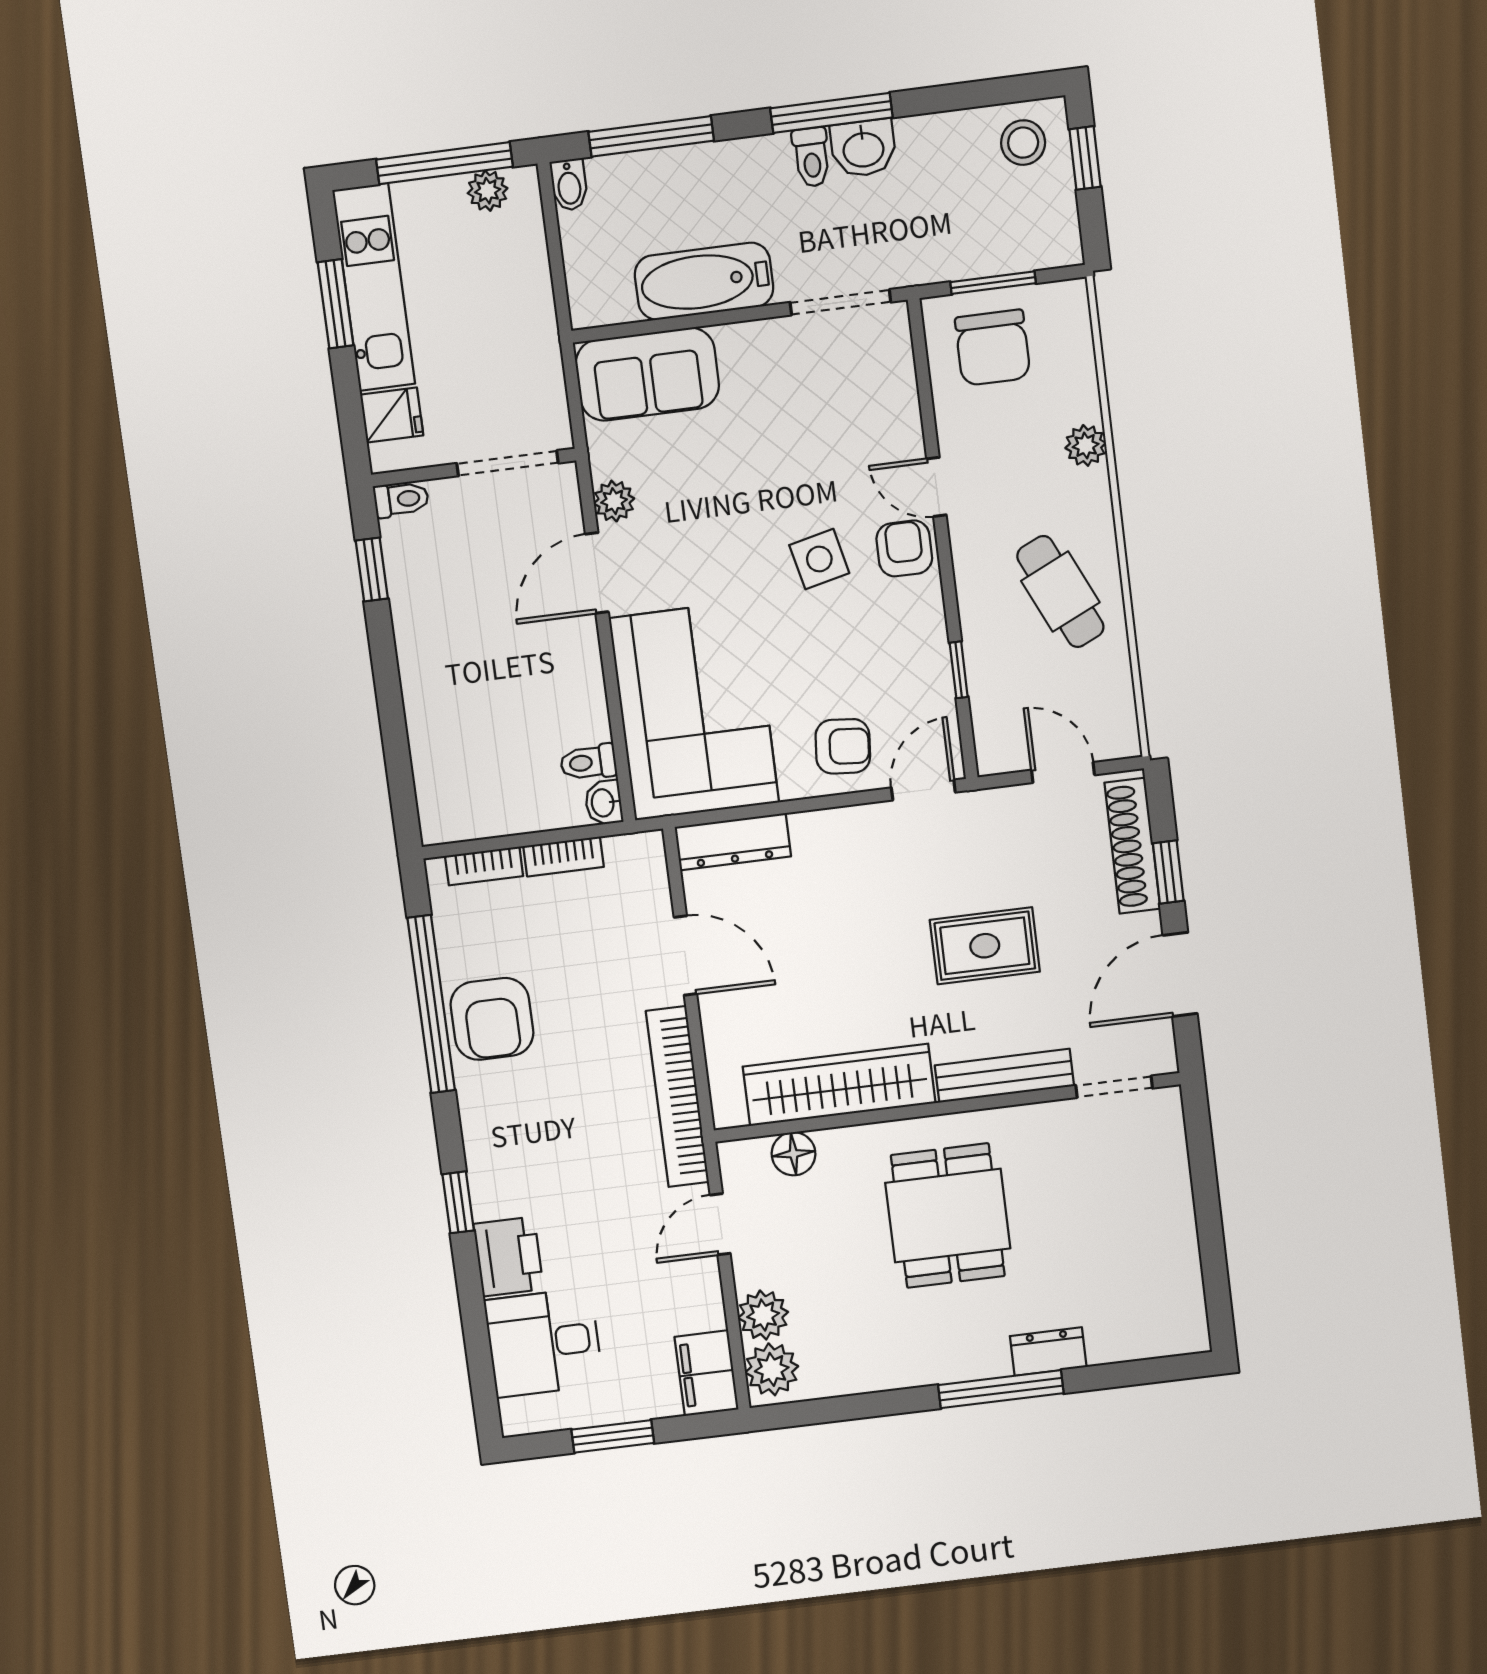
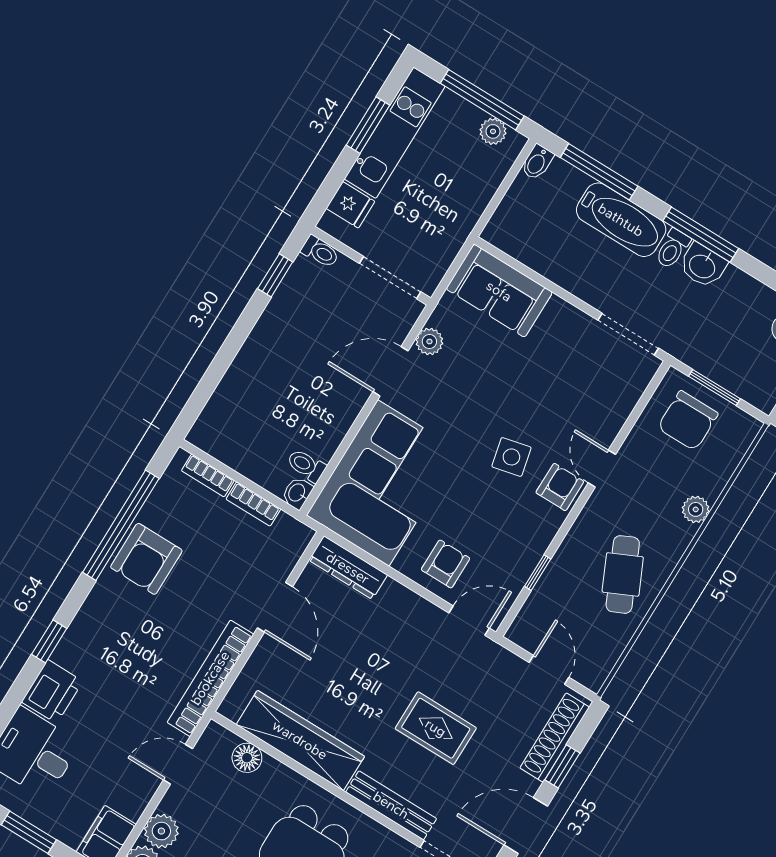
bathtub: (704, 281) -> (621, 220), moved, turned 180
armchair: (843, 746) -> (446, 564), turned -95

